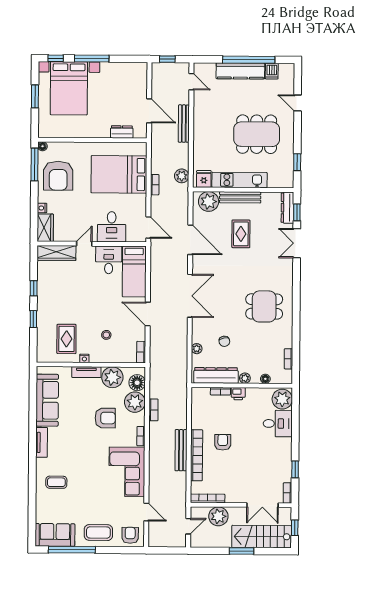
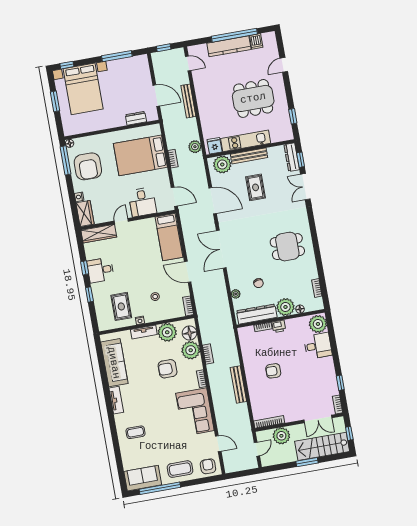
window: (92, 59) -> (117, 56), moved
door: (298, 103) -> (284, 65), hinge flipped
desk: (109, 260) -> (100, 270), moved, turned -90
double door: (190, 296) -> (221, 249), swing flipped
plant: (245, 378) -> (285, 307), width x1.88, depth x1.88
armchair: (105, 418) -> (168, 369), turned 180
armchair: (223, 442) -> (273, 371), turned -89
bookcase: (197, 455) -> (253, 386), removed

